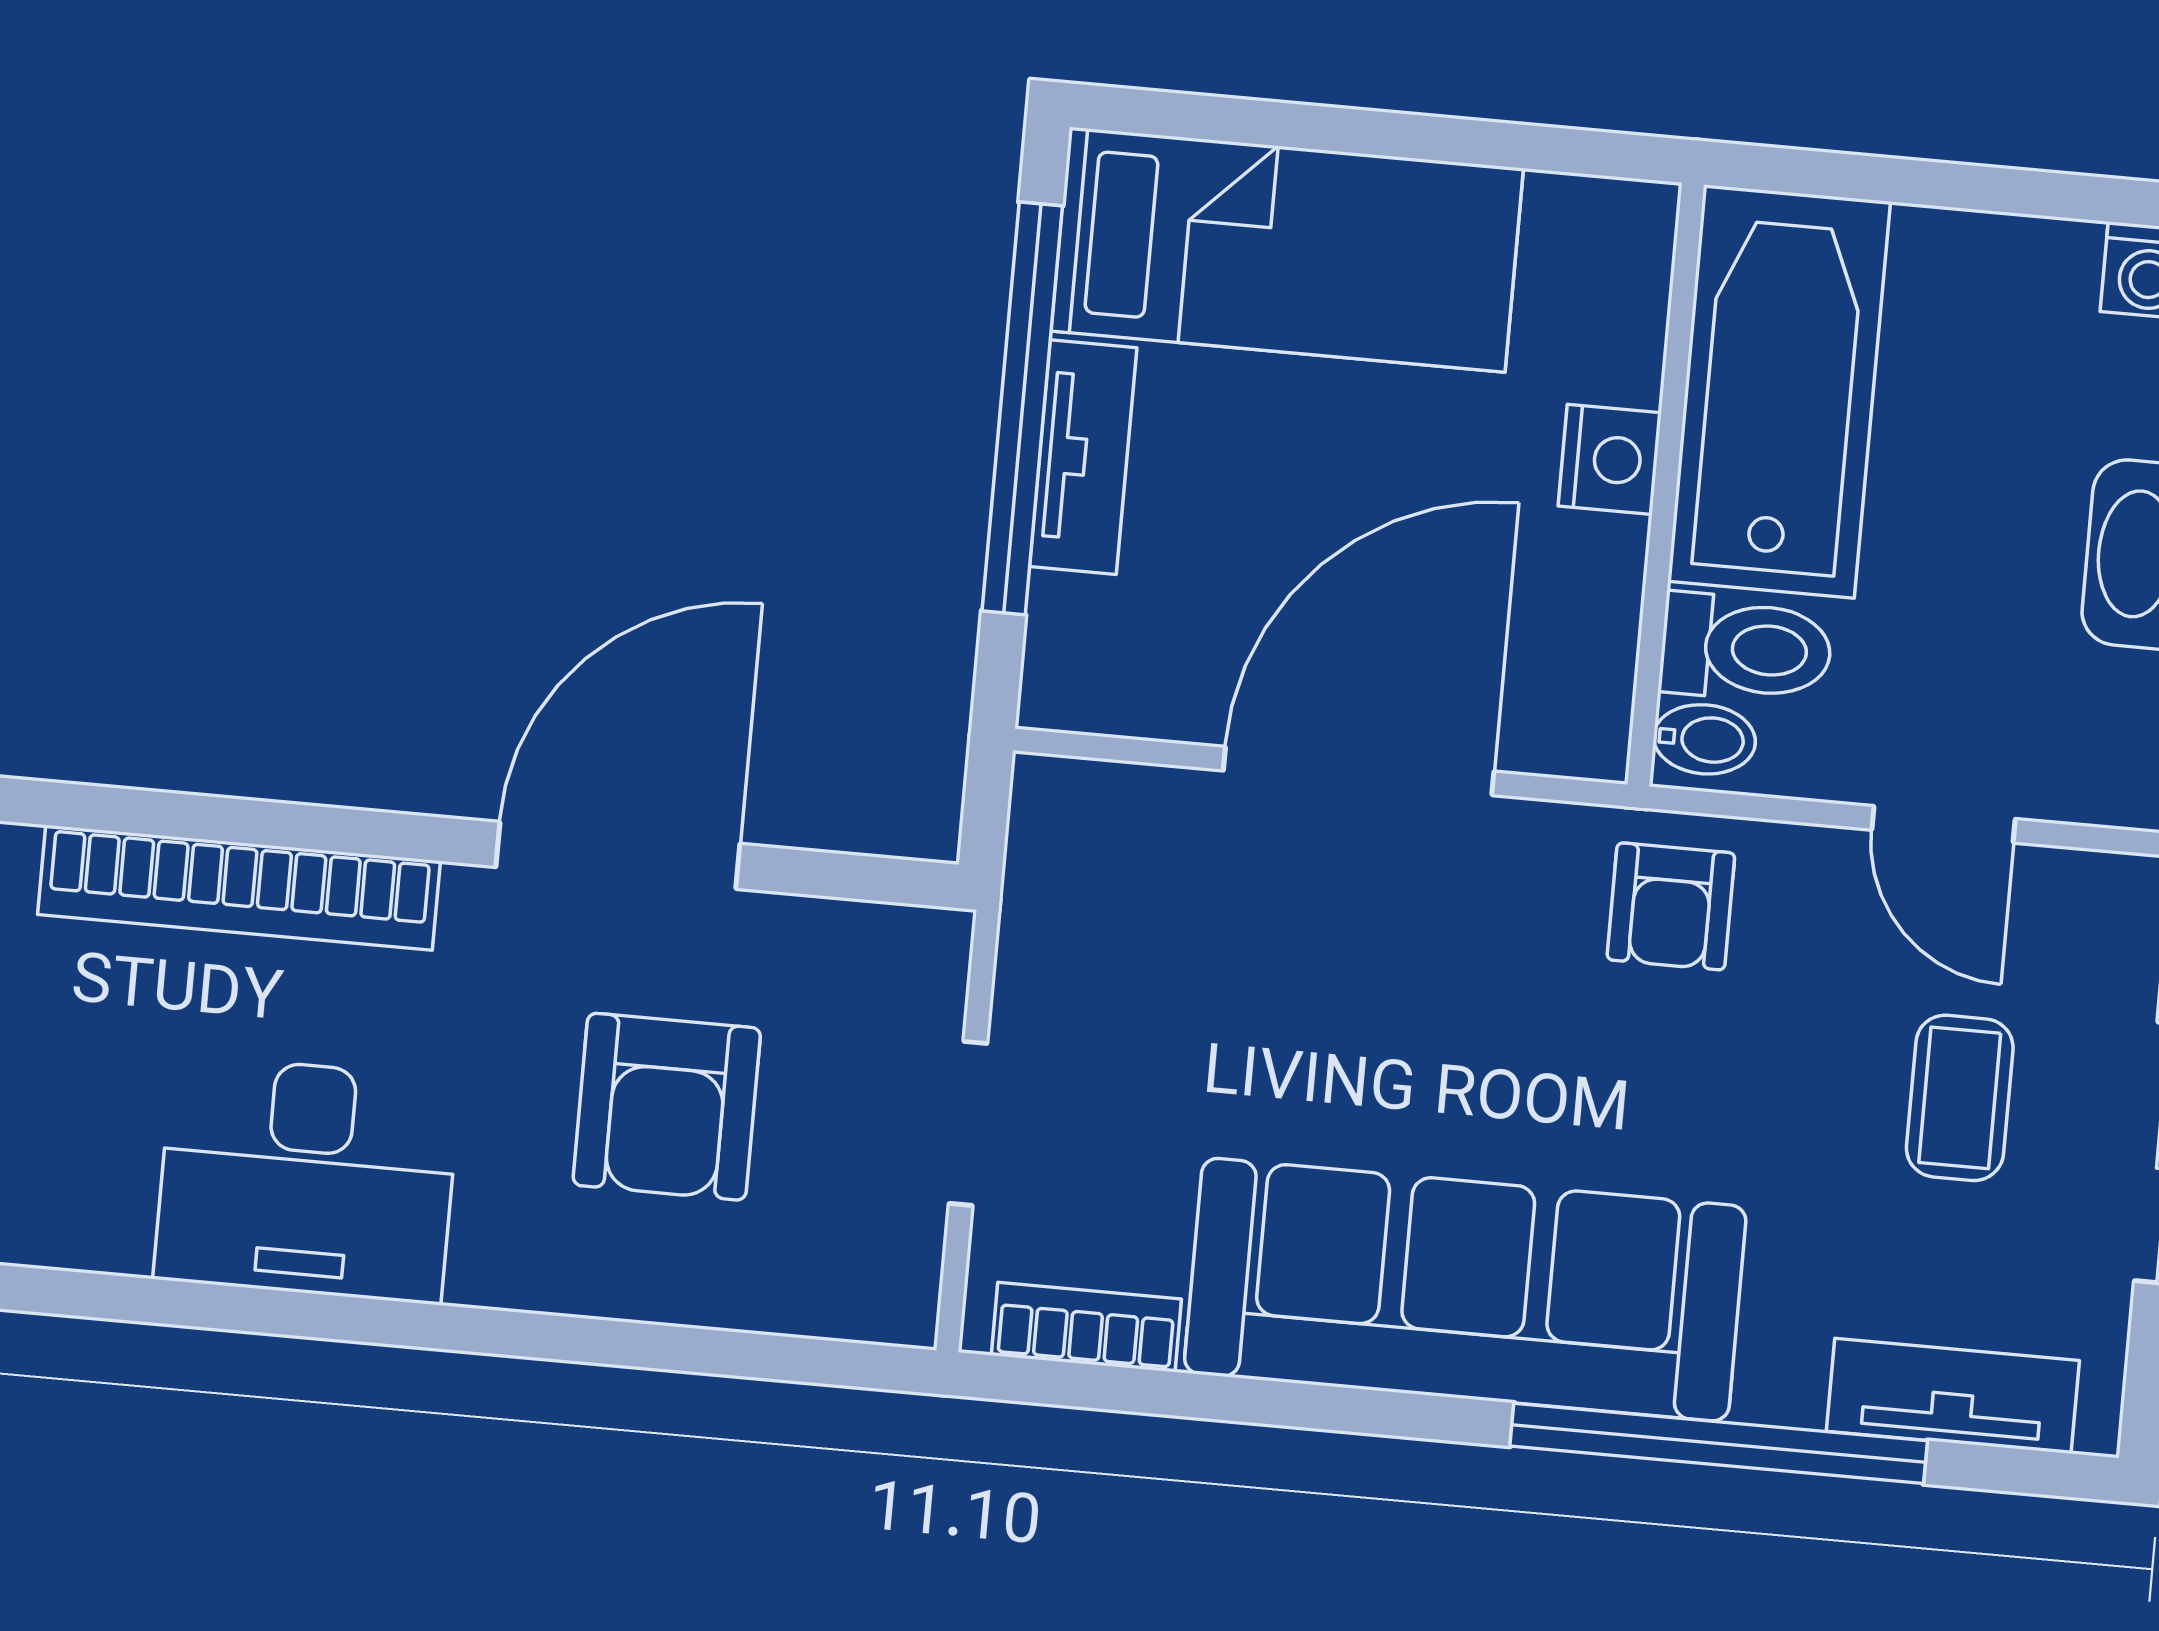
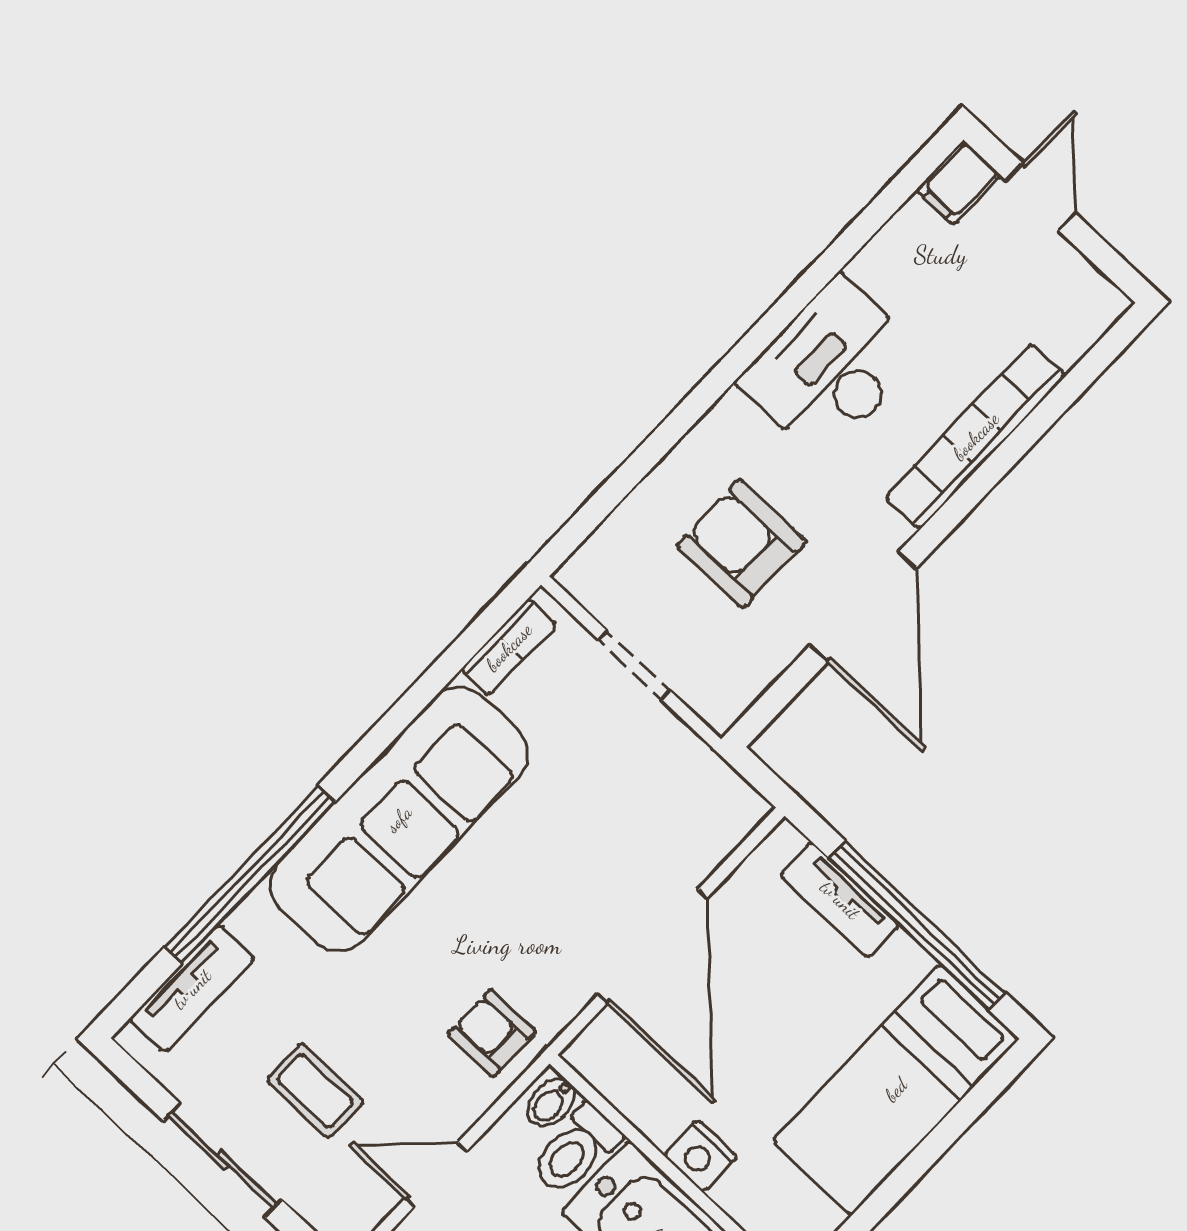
tv unit: (1083, 457) -> (840, 900), moved

